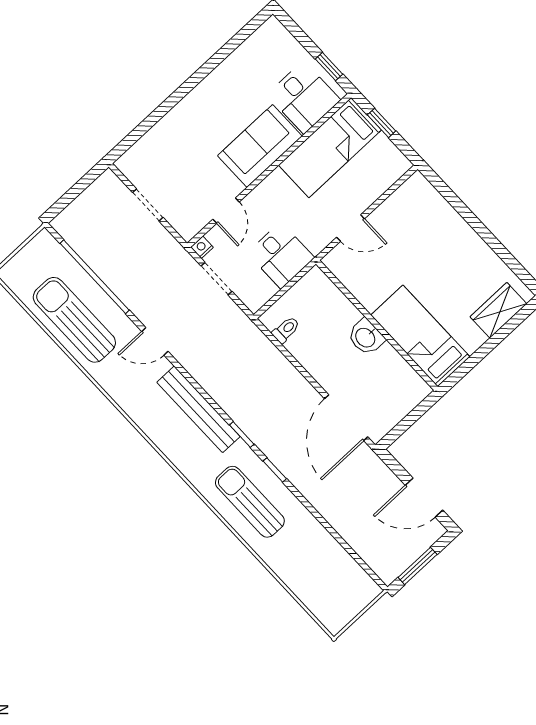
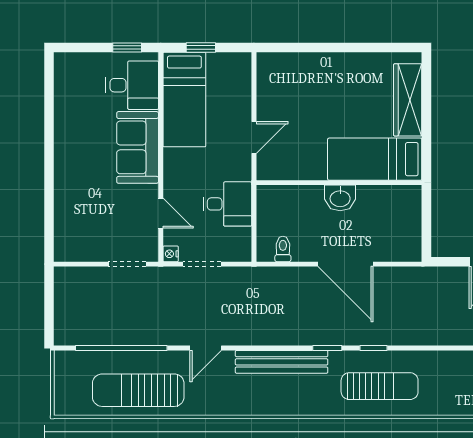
doorway: (148, 205) -> (127, 264), moved
wardrobe: (498, 310) -> (408, 100), width x1.50
door: (346, 418) -> (345, 264), moved
sun lounger: (250, 502) -> (380, 386), turned 180

